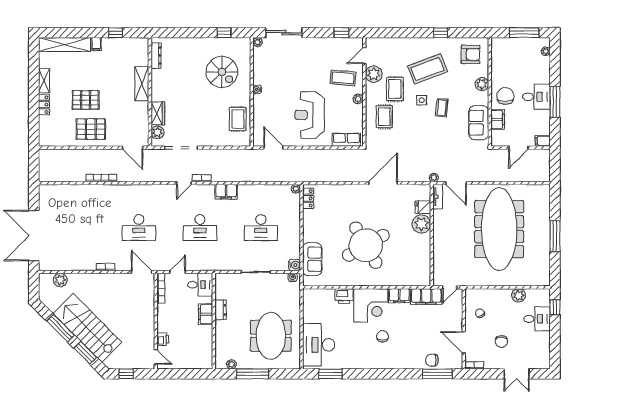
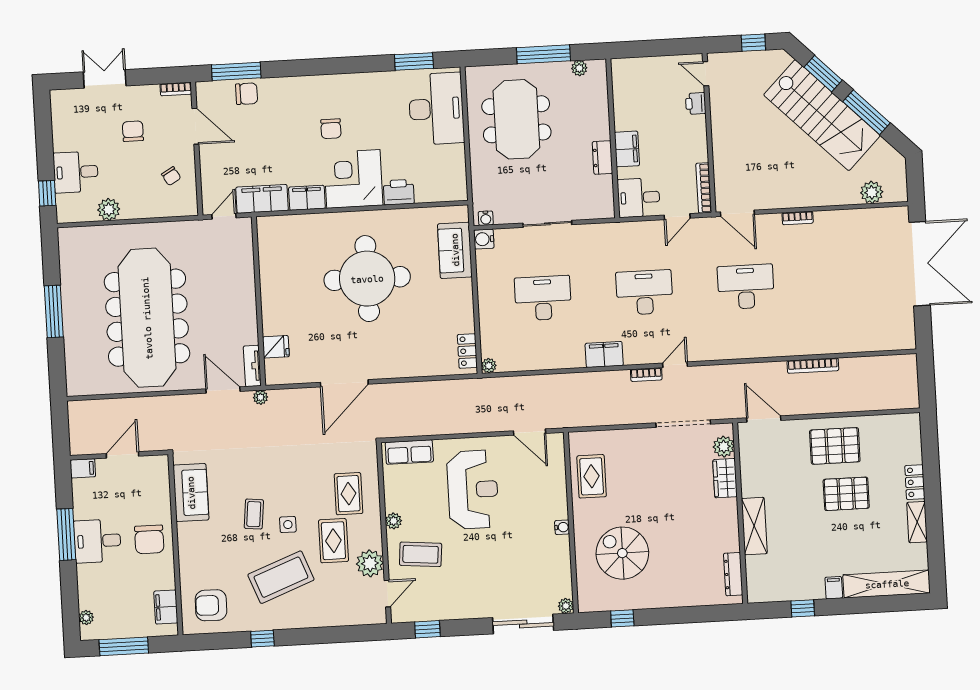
plant: (482, 84) -> (189, 557), removed
filing cabinet: (498, 119) -> (166, 607), moved
plant: (421, 224) -> (277, 319), removed
round table: (366, 245) -> (367, 279), turned 30

